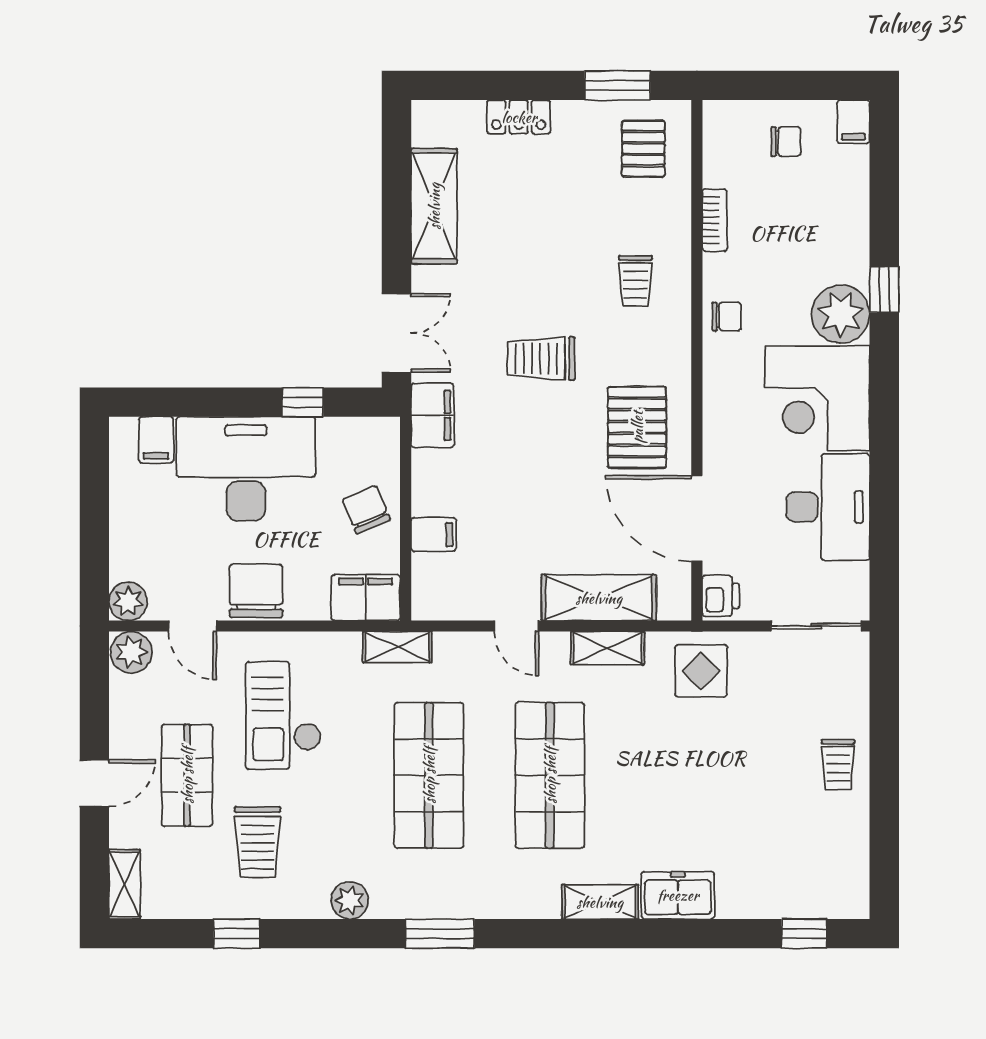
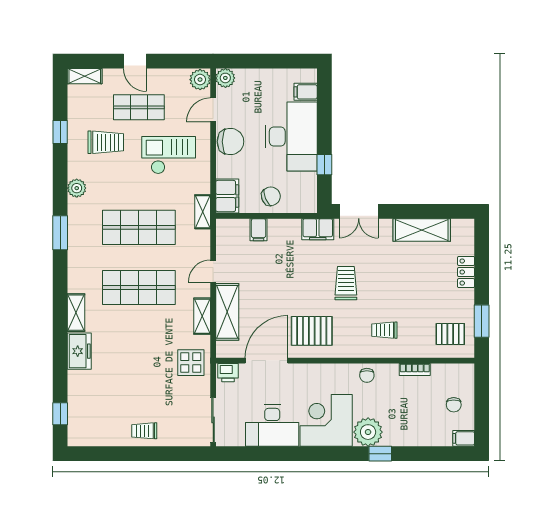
trolley: (258, 842) -> (106, 142), turned 180

